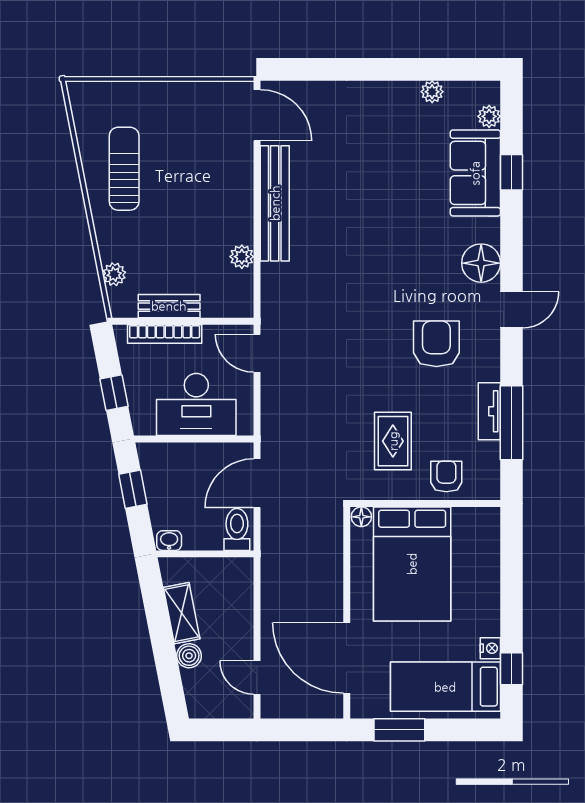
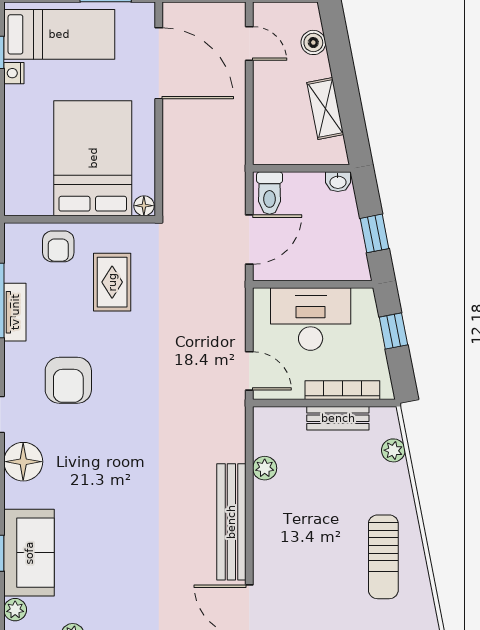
boiler: (189, 656) -> (313, 42), moved

